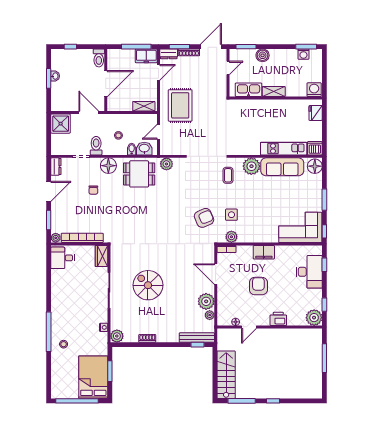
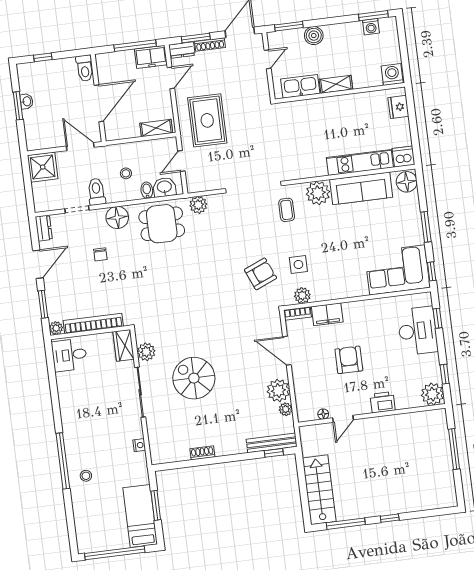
filing cabinet: (264, 252) -> (327, 314), moved
plant: (117, 336) -> (146, 352), moved
bed: (93, 377) -> (140, 516), width x0.67

